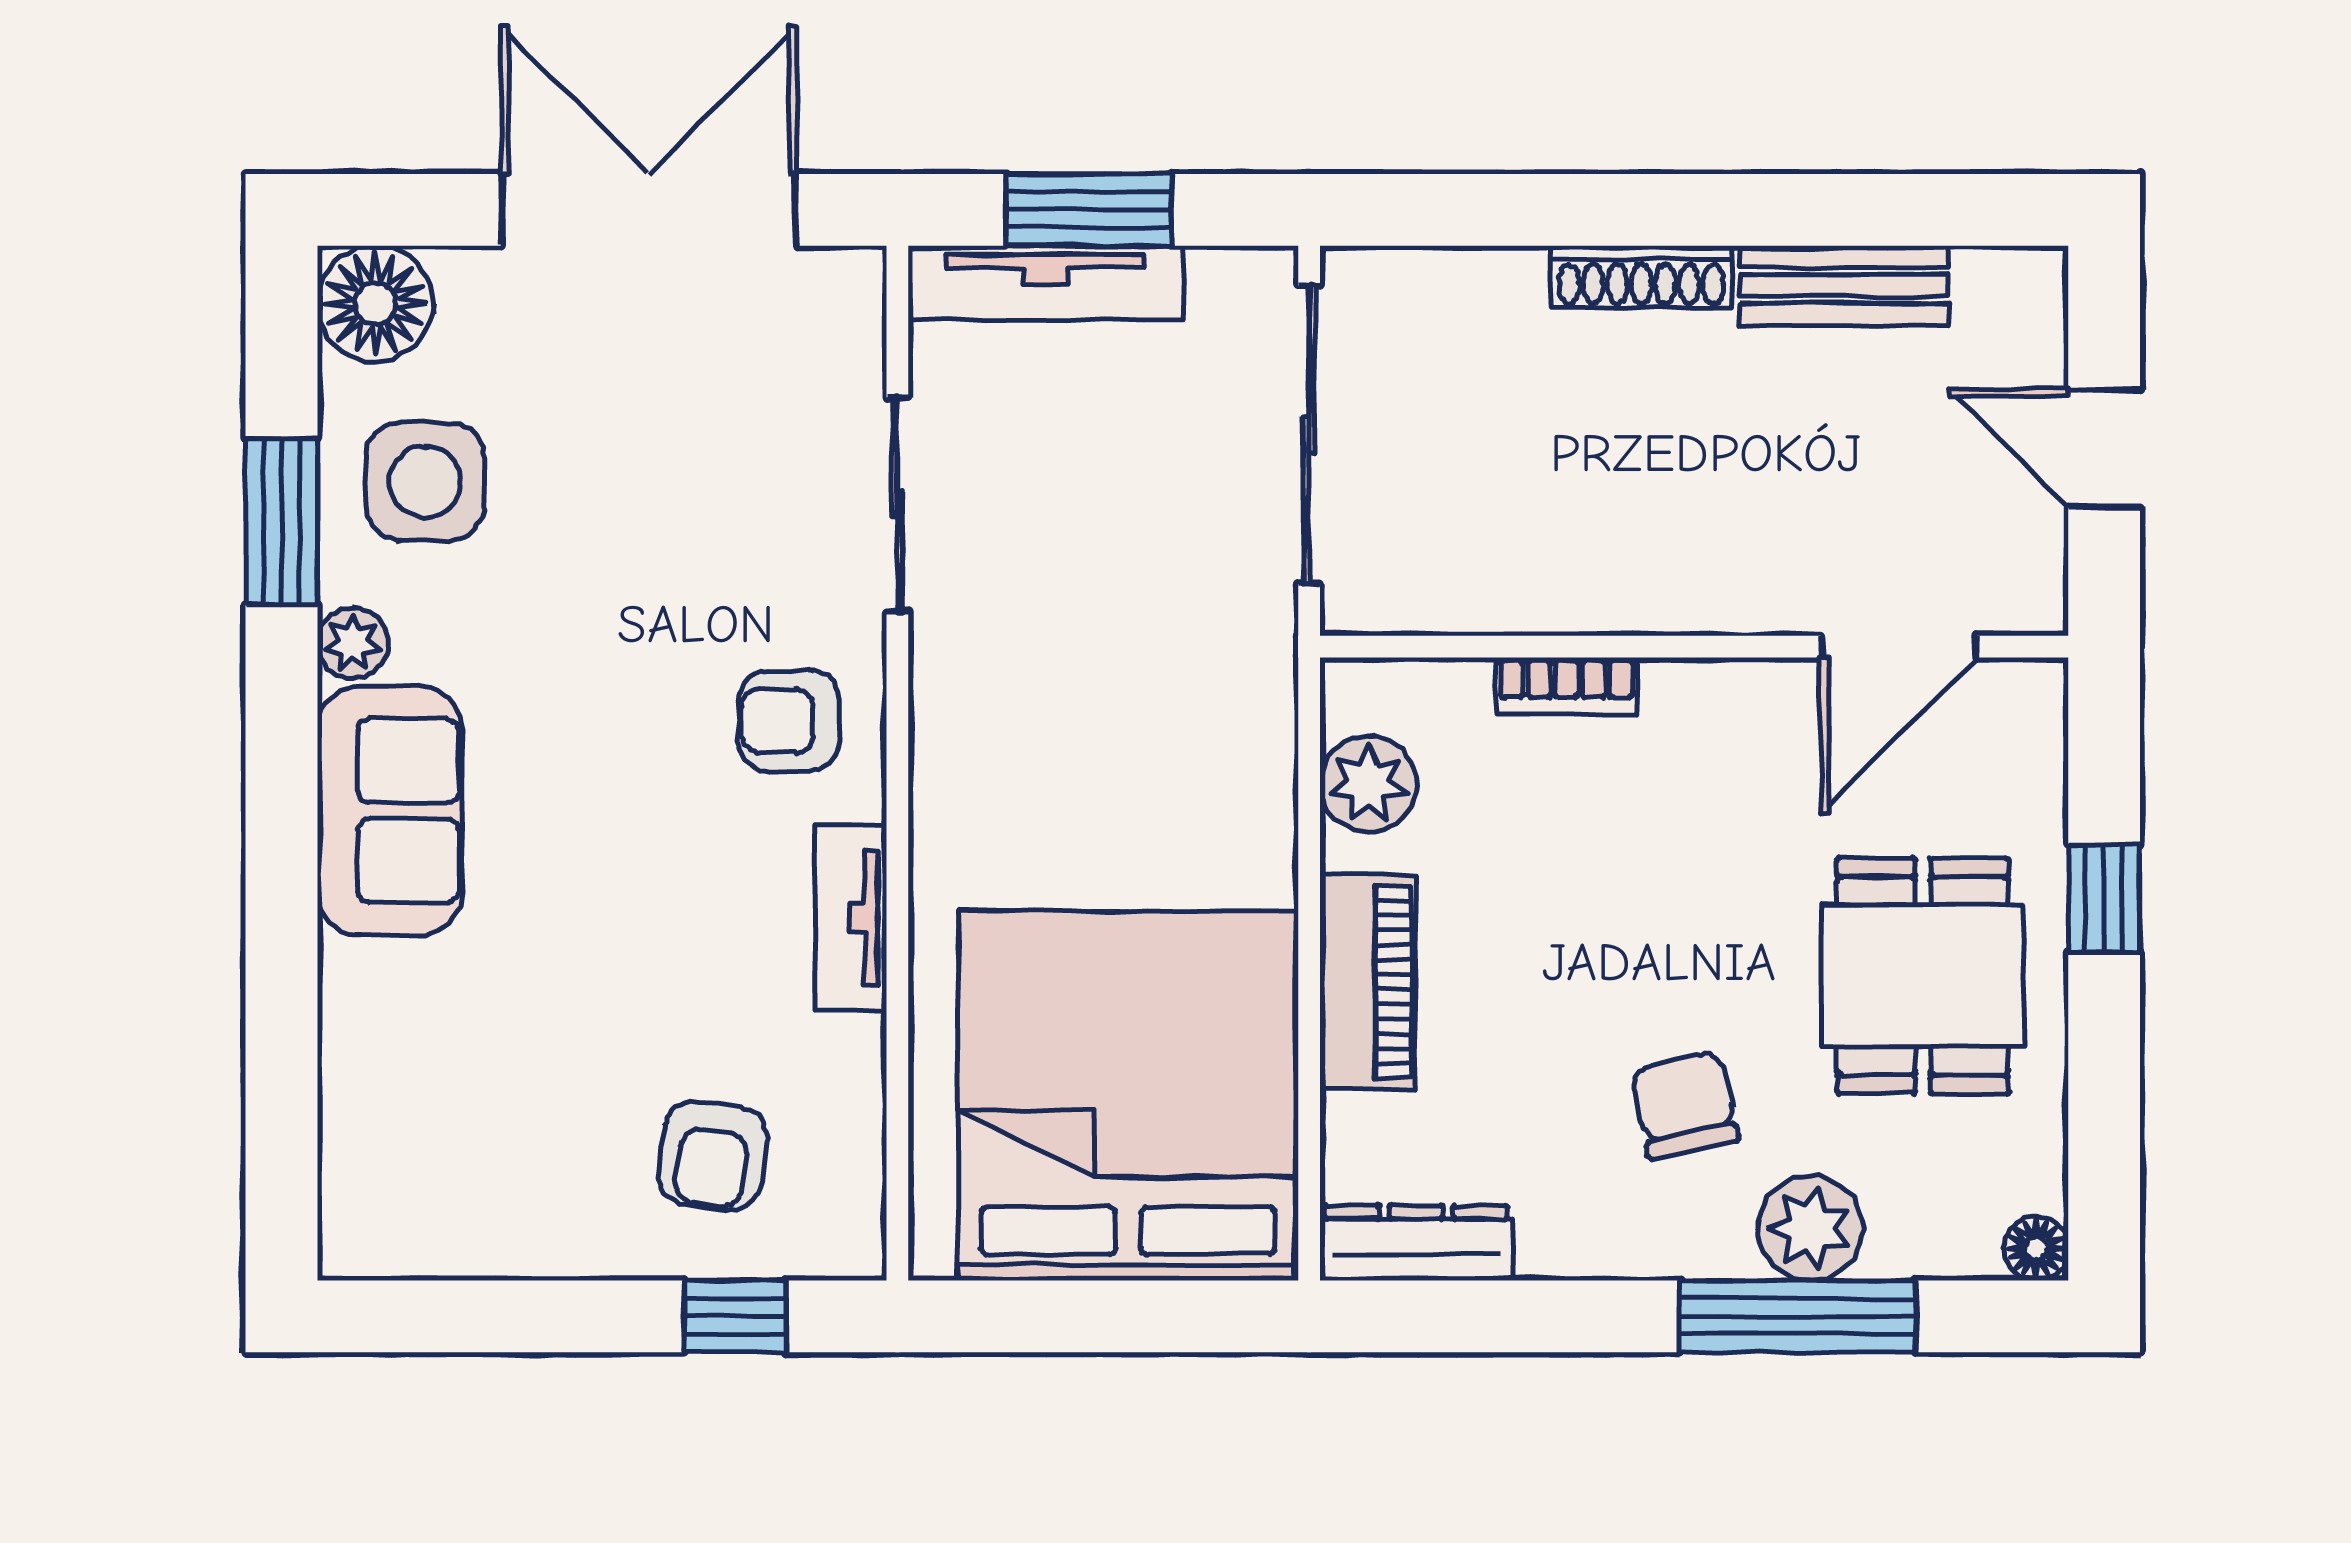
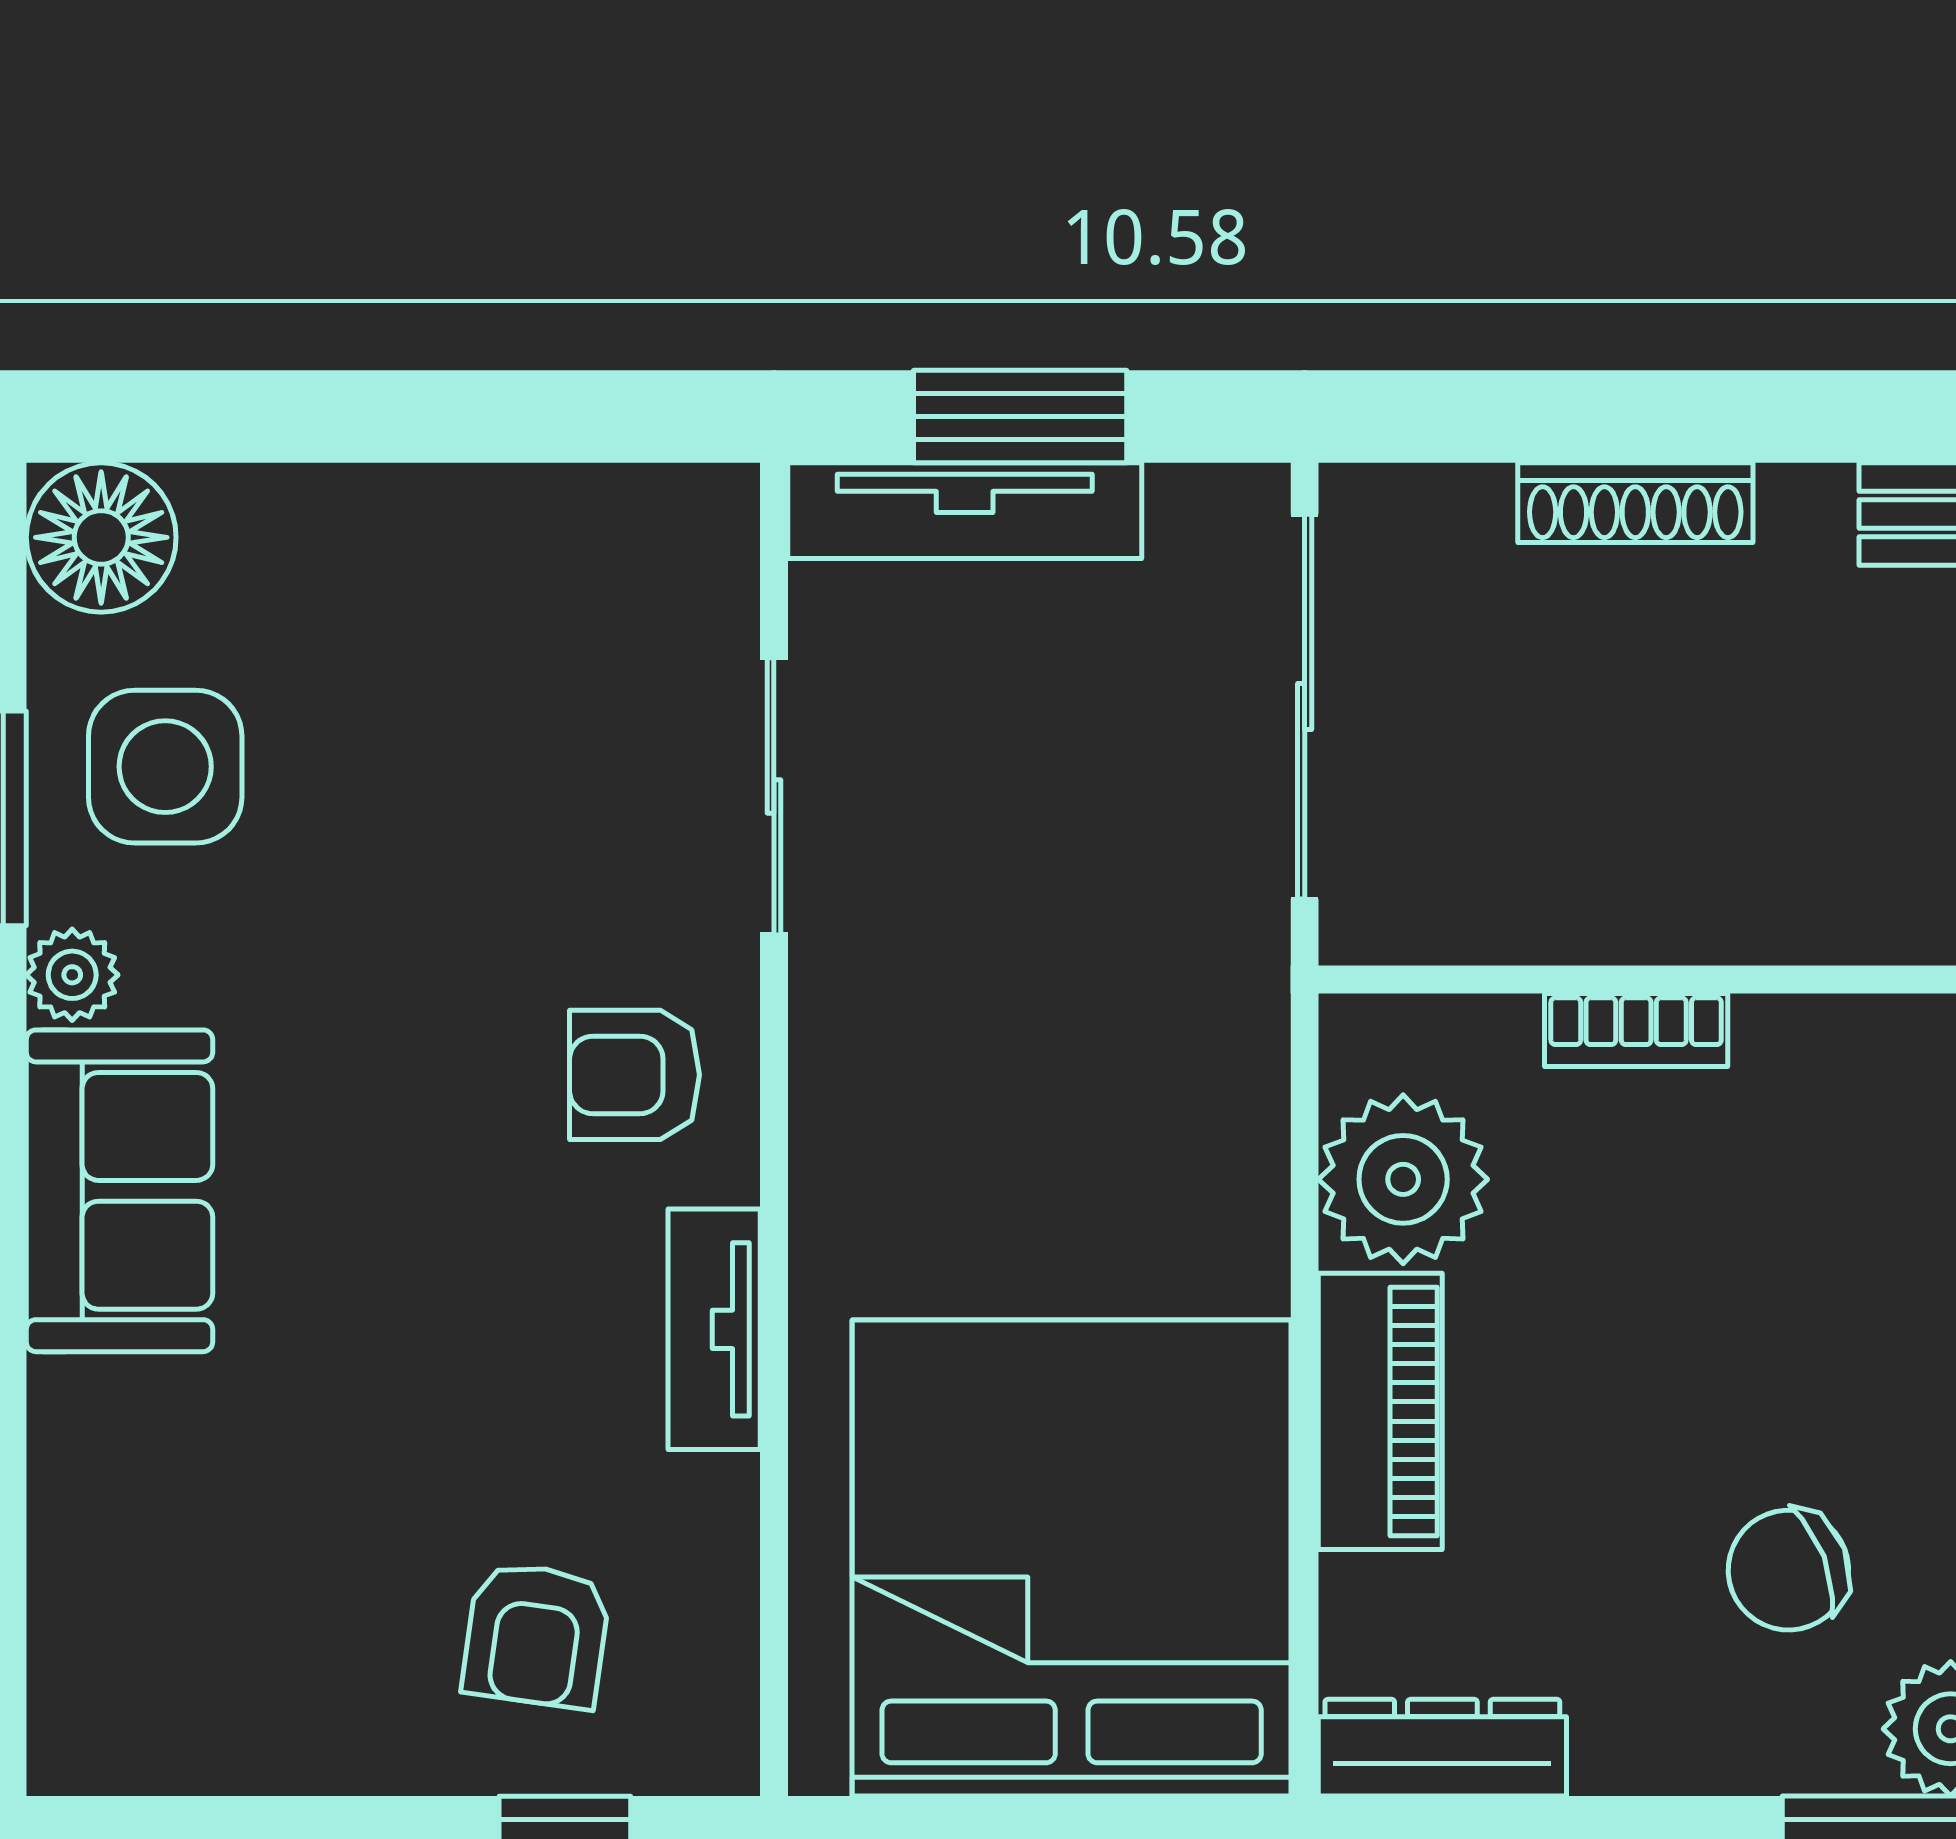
double door: (649, 210) -> (454, 417), removed
shoe rack: (1641, 277) -> (1635, 503), moved
plant: (1368, 784) -> (1403, 1179), width x1.36, depth x1.36
chair: (1685, 1105) -> (1788, 1570), turned -99

